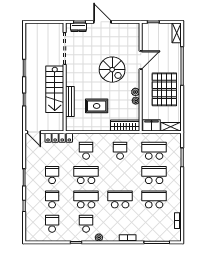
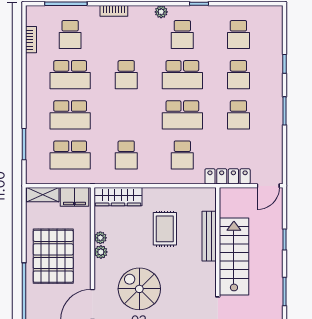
rug: (97, 106) -> (165, 229), turned 90
door: (34, 132) -> (268, 186), swing flipped
school desk: (120, 199) -> (126, 75), width x0.54
school desk: (154, 224) -> (70, 35), added

